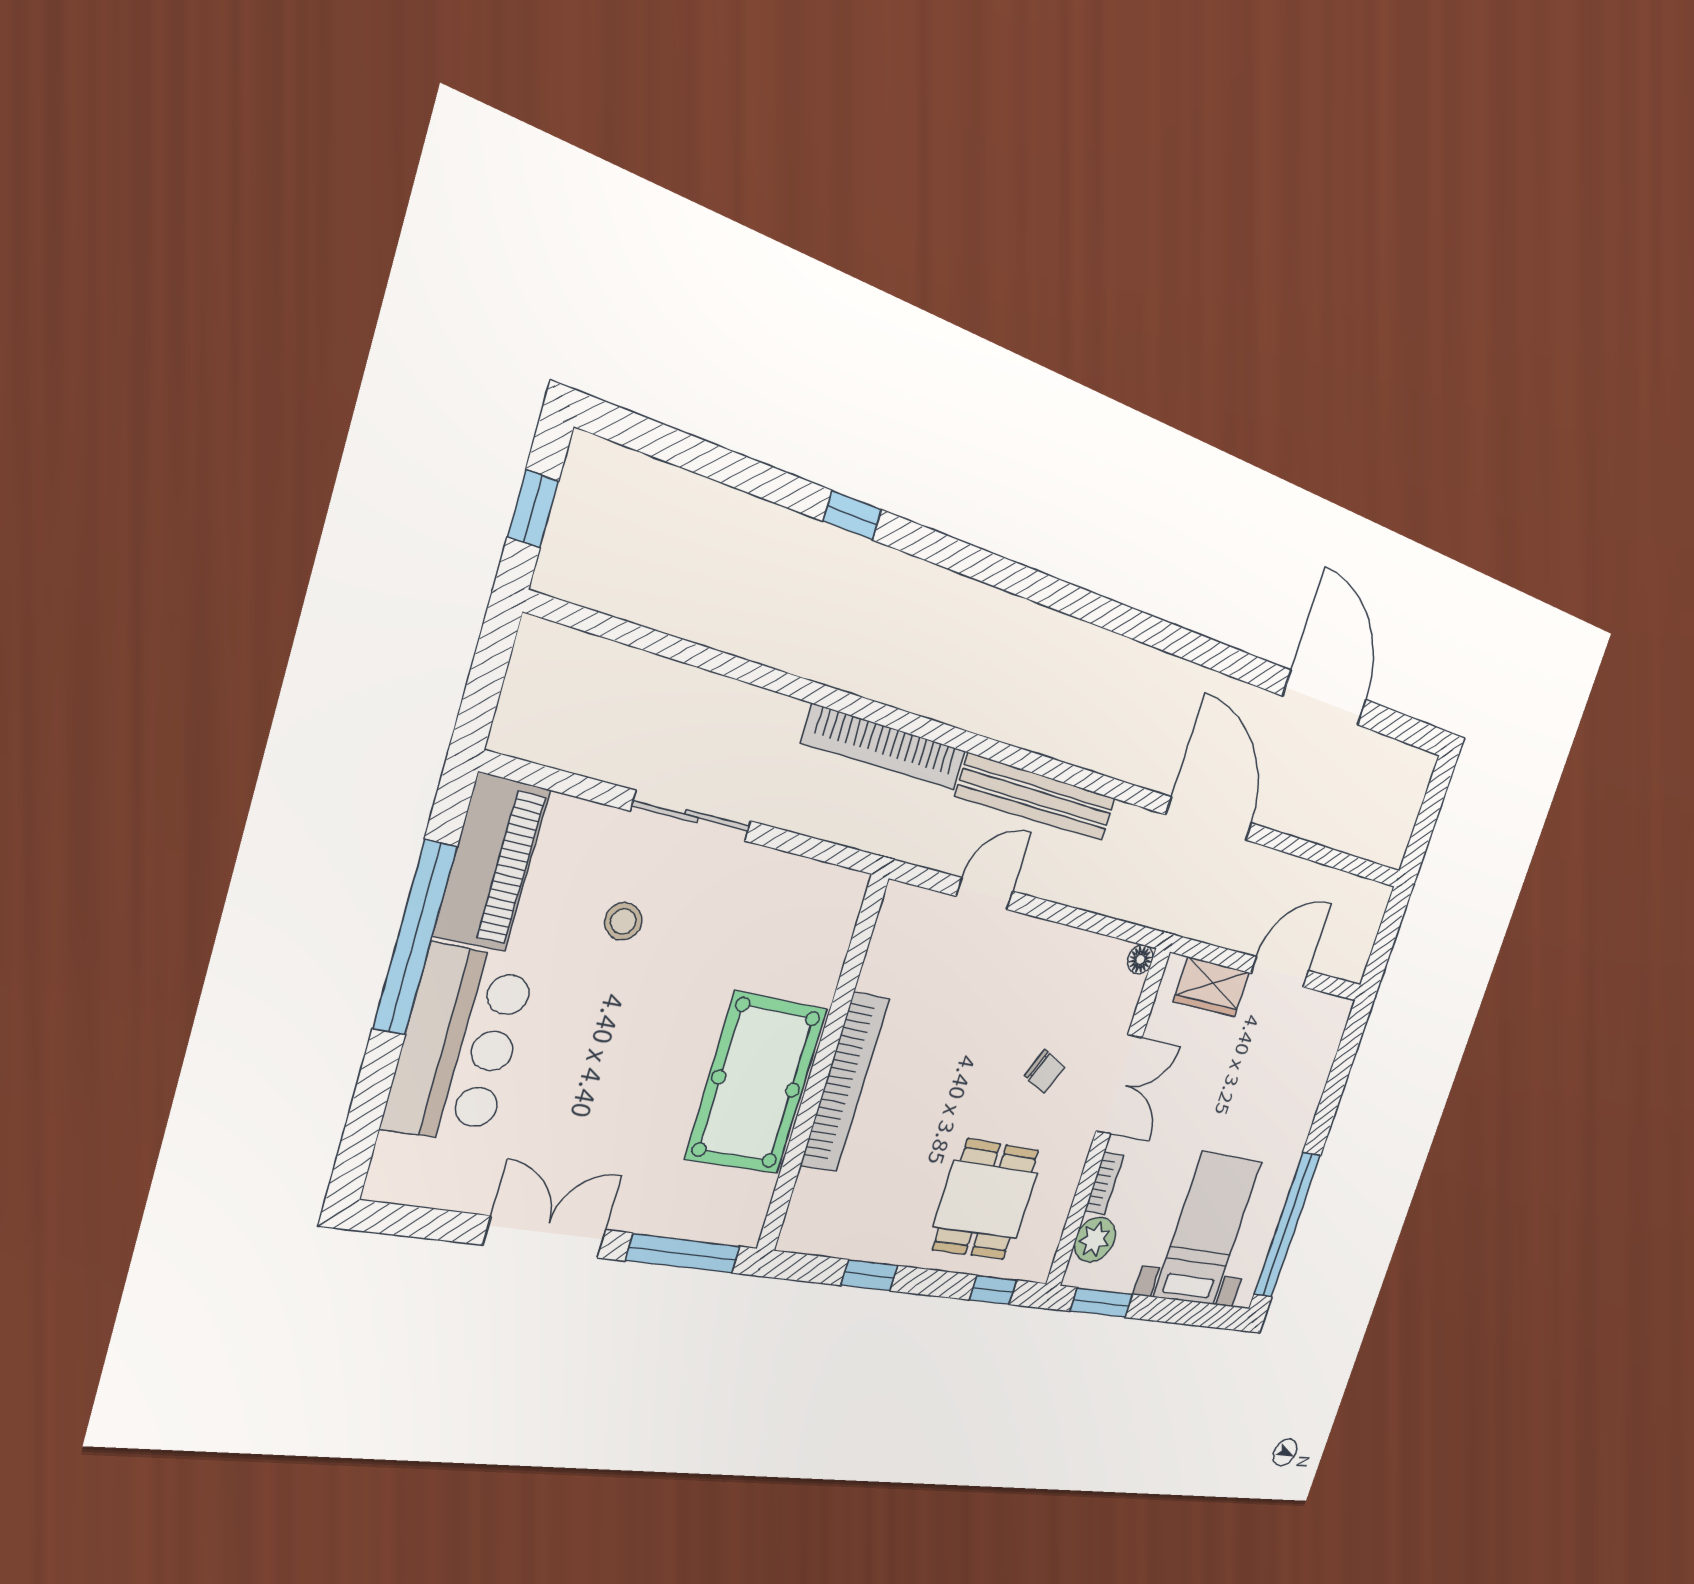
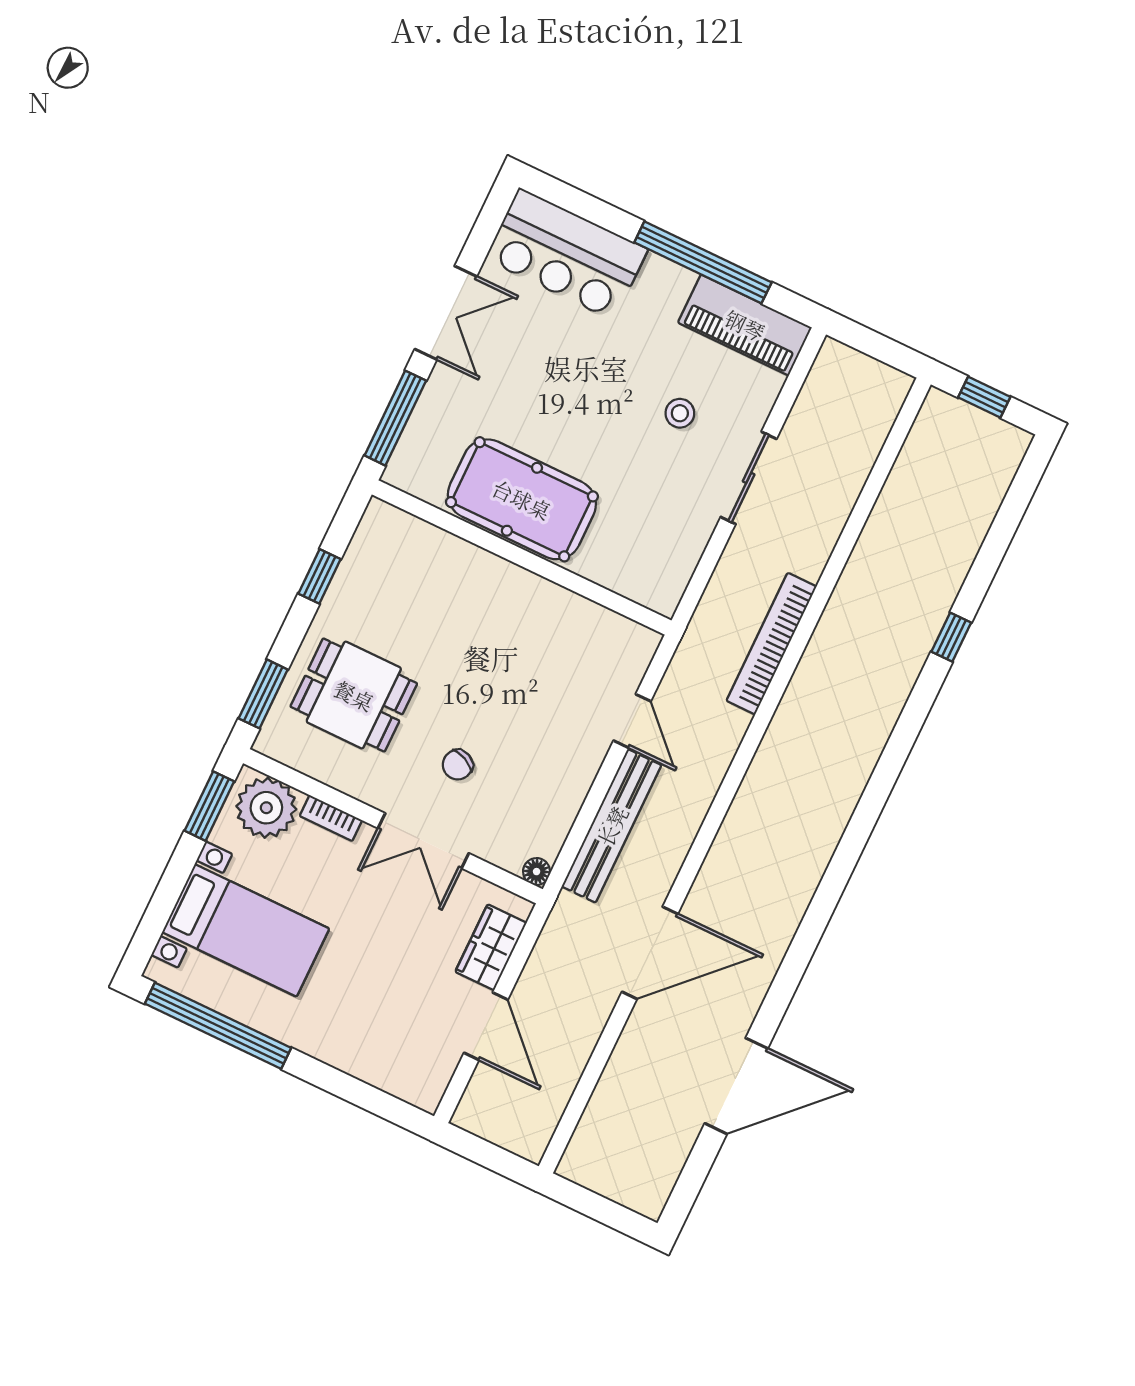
bench: (1037, 798) -> (612, 826), moved
bar counter: (459, 1045) -> (566, 254), moved
bookcase: (845, 1082) -> (501, 575), removed
plant: (1095, 1240) -> (266, 808), width x1.36, depth x1.36
window: (993, 1290) -> (263, 694), width x1.50

